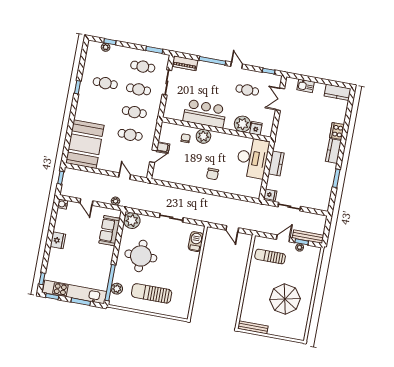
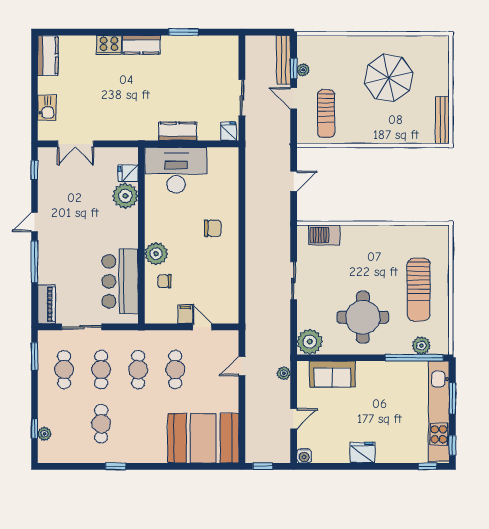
cafe table: (247, 90) -> (71, 198), removed
bar counter: (205, 114) -> (120, 281), moved

